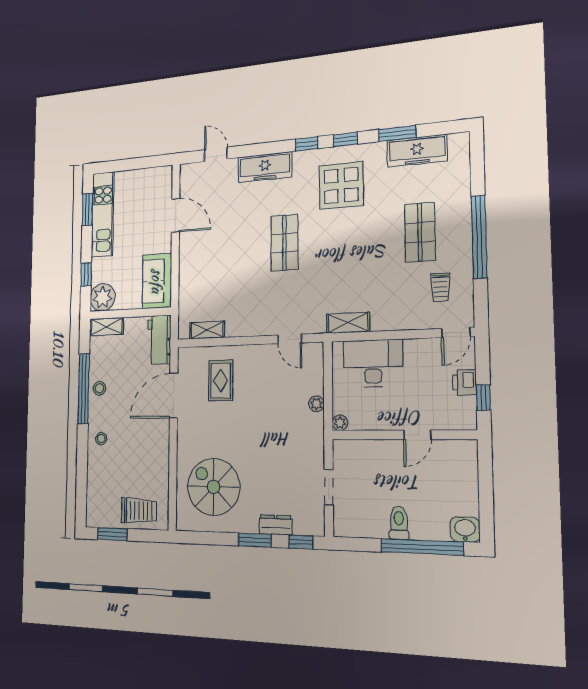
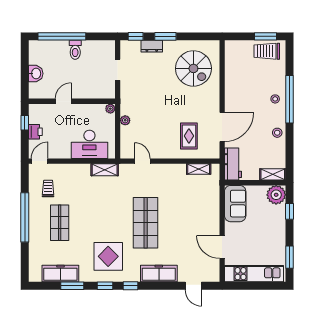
kitchen unit: (103, 214) -> (254, 274), moved, turned 90
shop shelf: (285, 243) -> (146, 223), width x1.43, depth x1.36
window: (84, 389) -> (290, 99), moved
trolley: (139, 511) -> (267, 51), moved
washbasin: (465, 529) -> (36, 74), moved, turned -90

